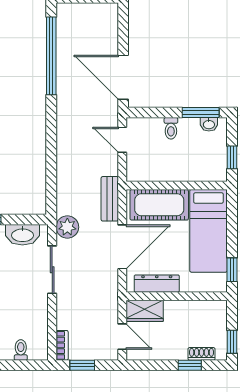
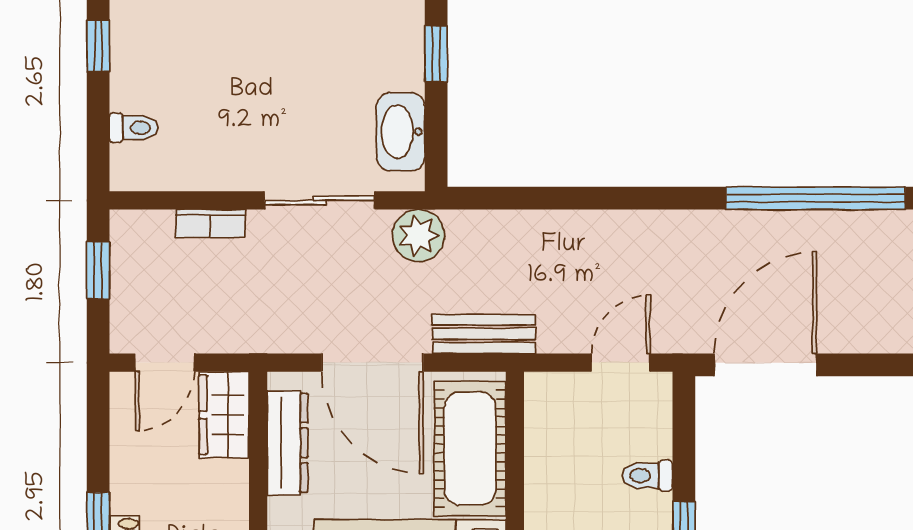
bookcase: (62, 345) -> (211, 223), moved

